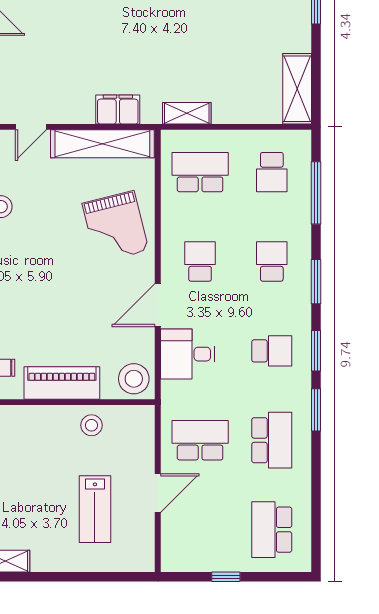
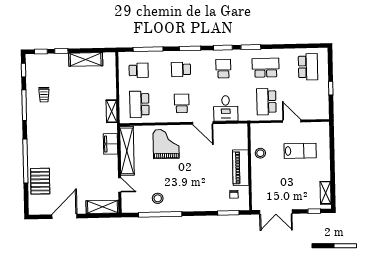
shelving: (297, 89) -> (86, 59), moved
grand piano: (115, 227) -> (166, 144), turned -76
school desk: (200, 261) -> (182, 103), turned 90
stool: (134, 379) -> (238, 134), removed
school desk: (272, 530) -> (308, 67), turned -90

